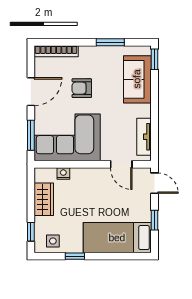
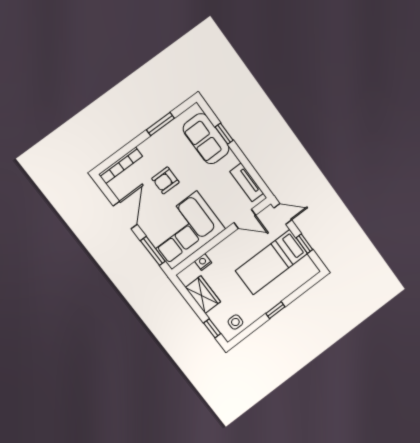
window: (154, 59) -> (224, 134), moved
bed: (117, 238) -> (272, 262), moved
window: (75, 256) -> (275, 310), moved

